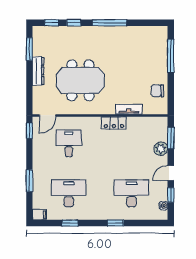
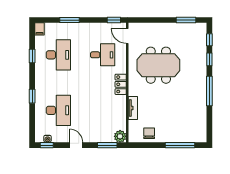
dresser: (38, 71) -> (167, 28), removed
meeting table: (80, 80) -> (158, 65), turned 90
locker: (114, 123) -> (121, 84), moved
plant: (161, 149) -> (120, 136), moved
window: (171, 195) -> (47, 145), moved

